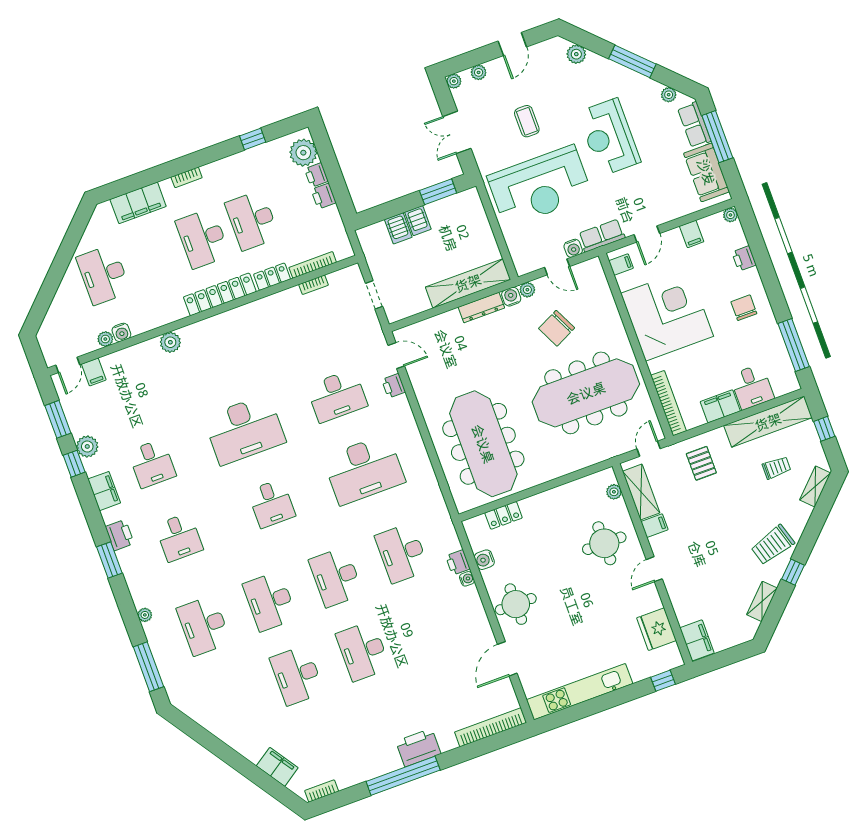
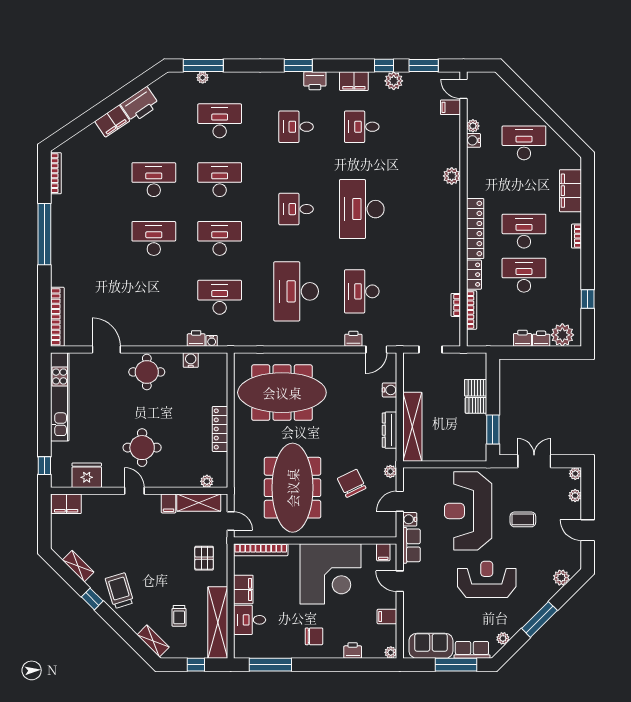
water cooler: (511, 297) -> (390, 390), moved
pallet: (701, 463) -> (204, 558), turned 90
locker: (504, 515) -> (220, 429), moved, width x1.53
round table: (604, 543) -> (142, 448), moved
water cooler: (467, 579) -> (212, 341), moved
plant: (145, 615) -> (203, 78), moved
printer: (418, 748) -> (140, 105), moved, turned 56
filing cabinet: (277, 767) -> (112, 121), moved
bookcase: (322, 791) -> (56, 173), width x1.56

